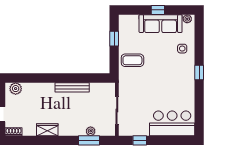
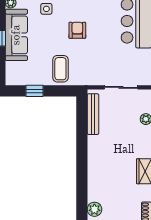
armchair: (164, 74) -> (77, 30), added
bench: (72, 87) -> (93, 114), moved

